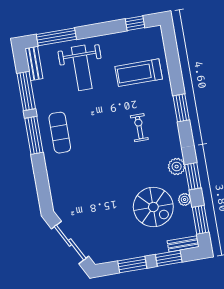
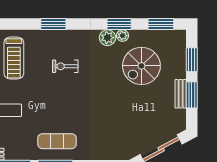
plant: (185, 199) -> (123, 36), moved
spiral stairs: (153, 207) -> (141, 66), turned 180
bench: (183, 244) -> (181, 94), moved

